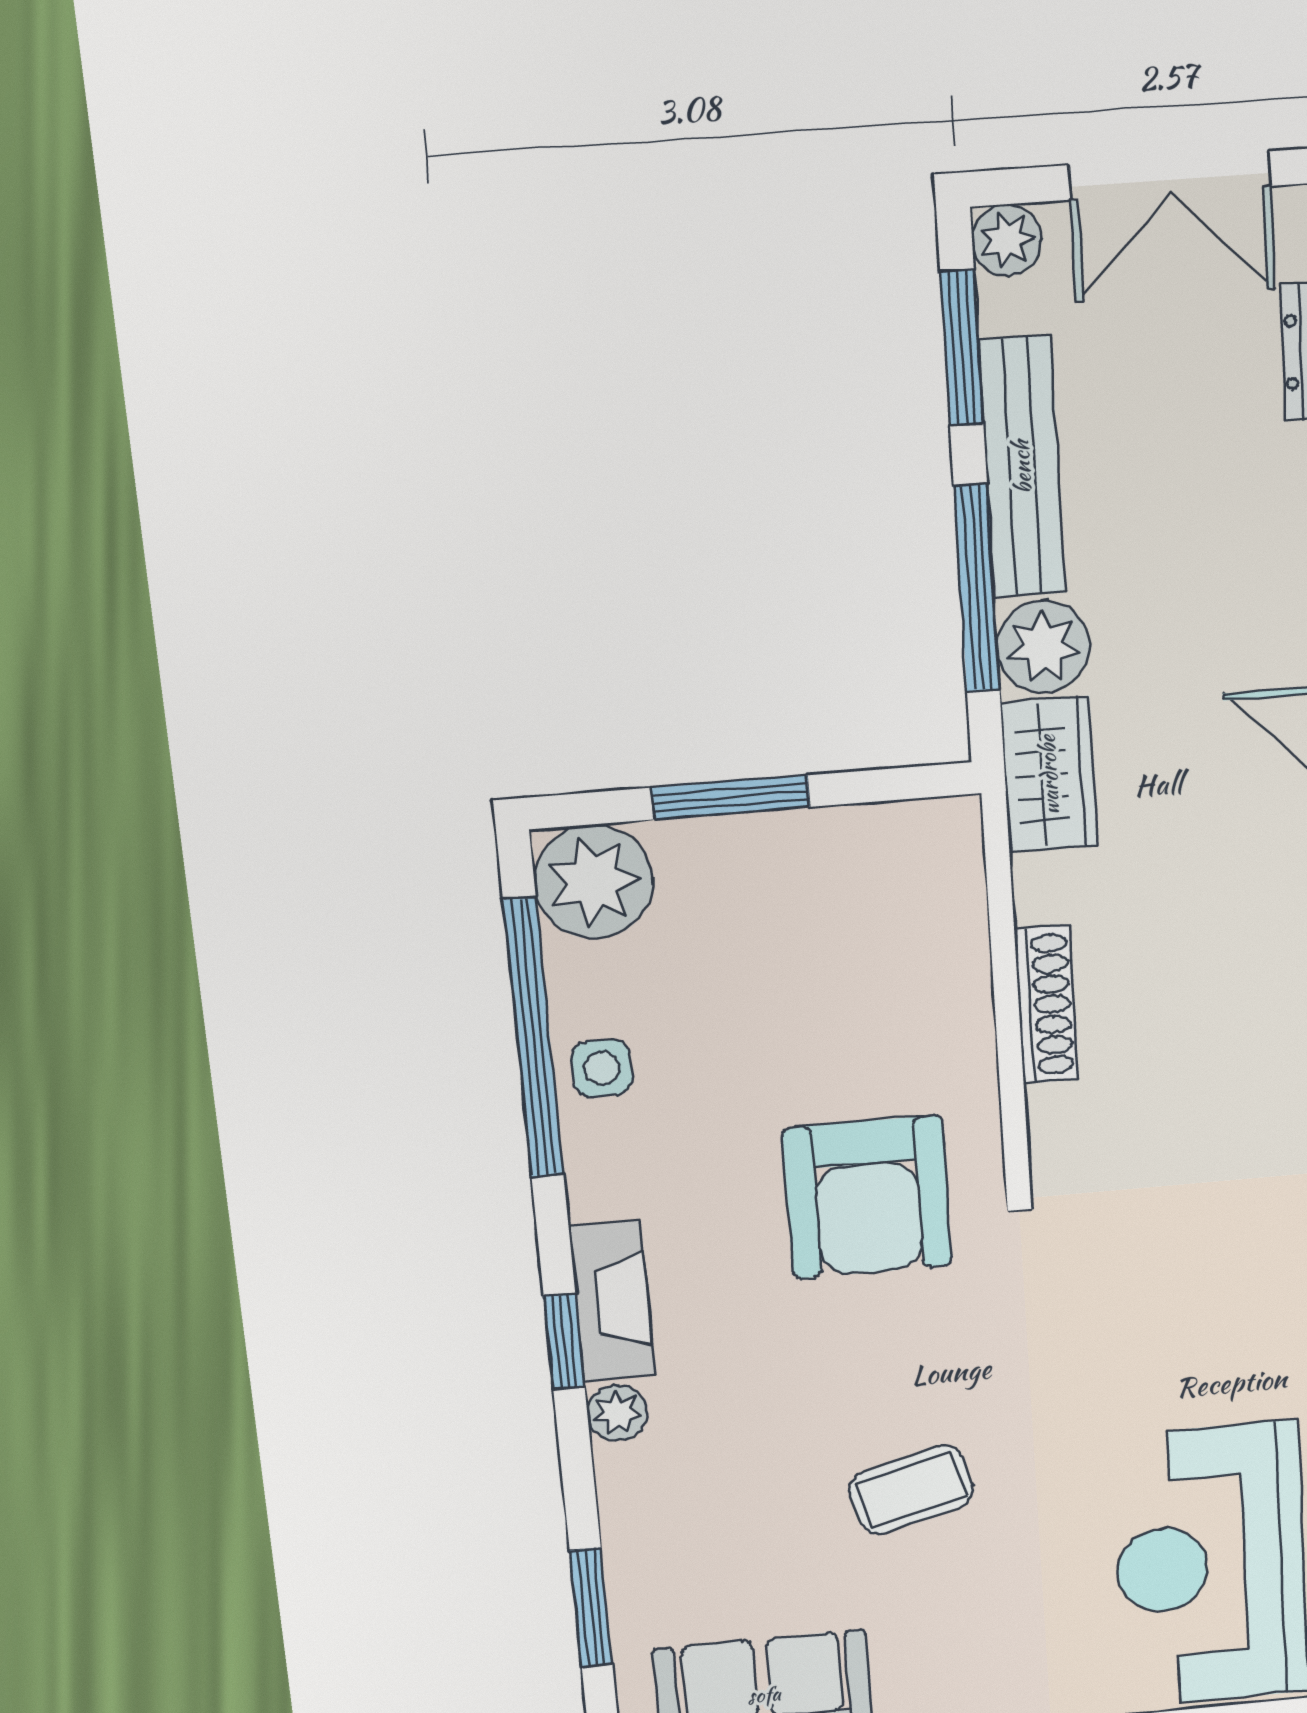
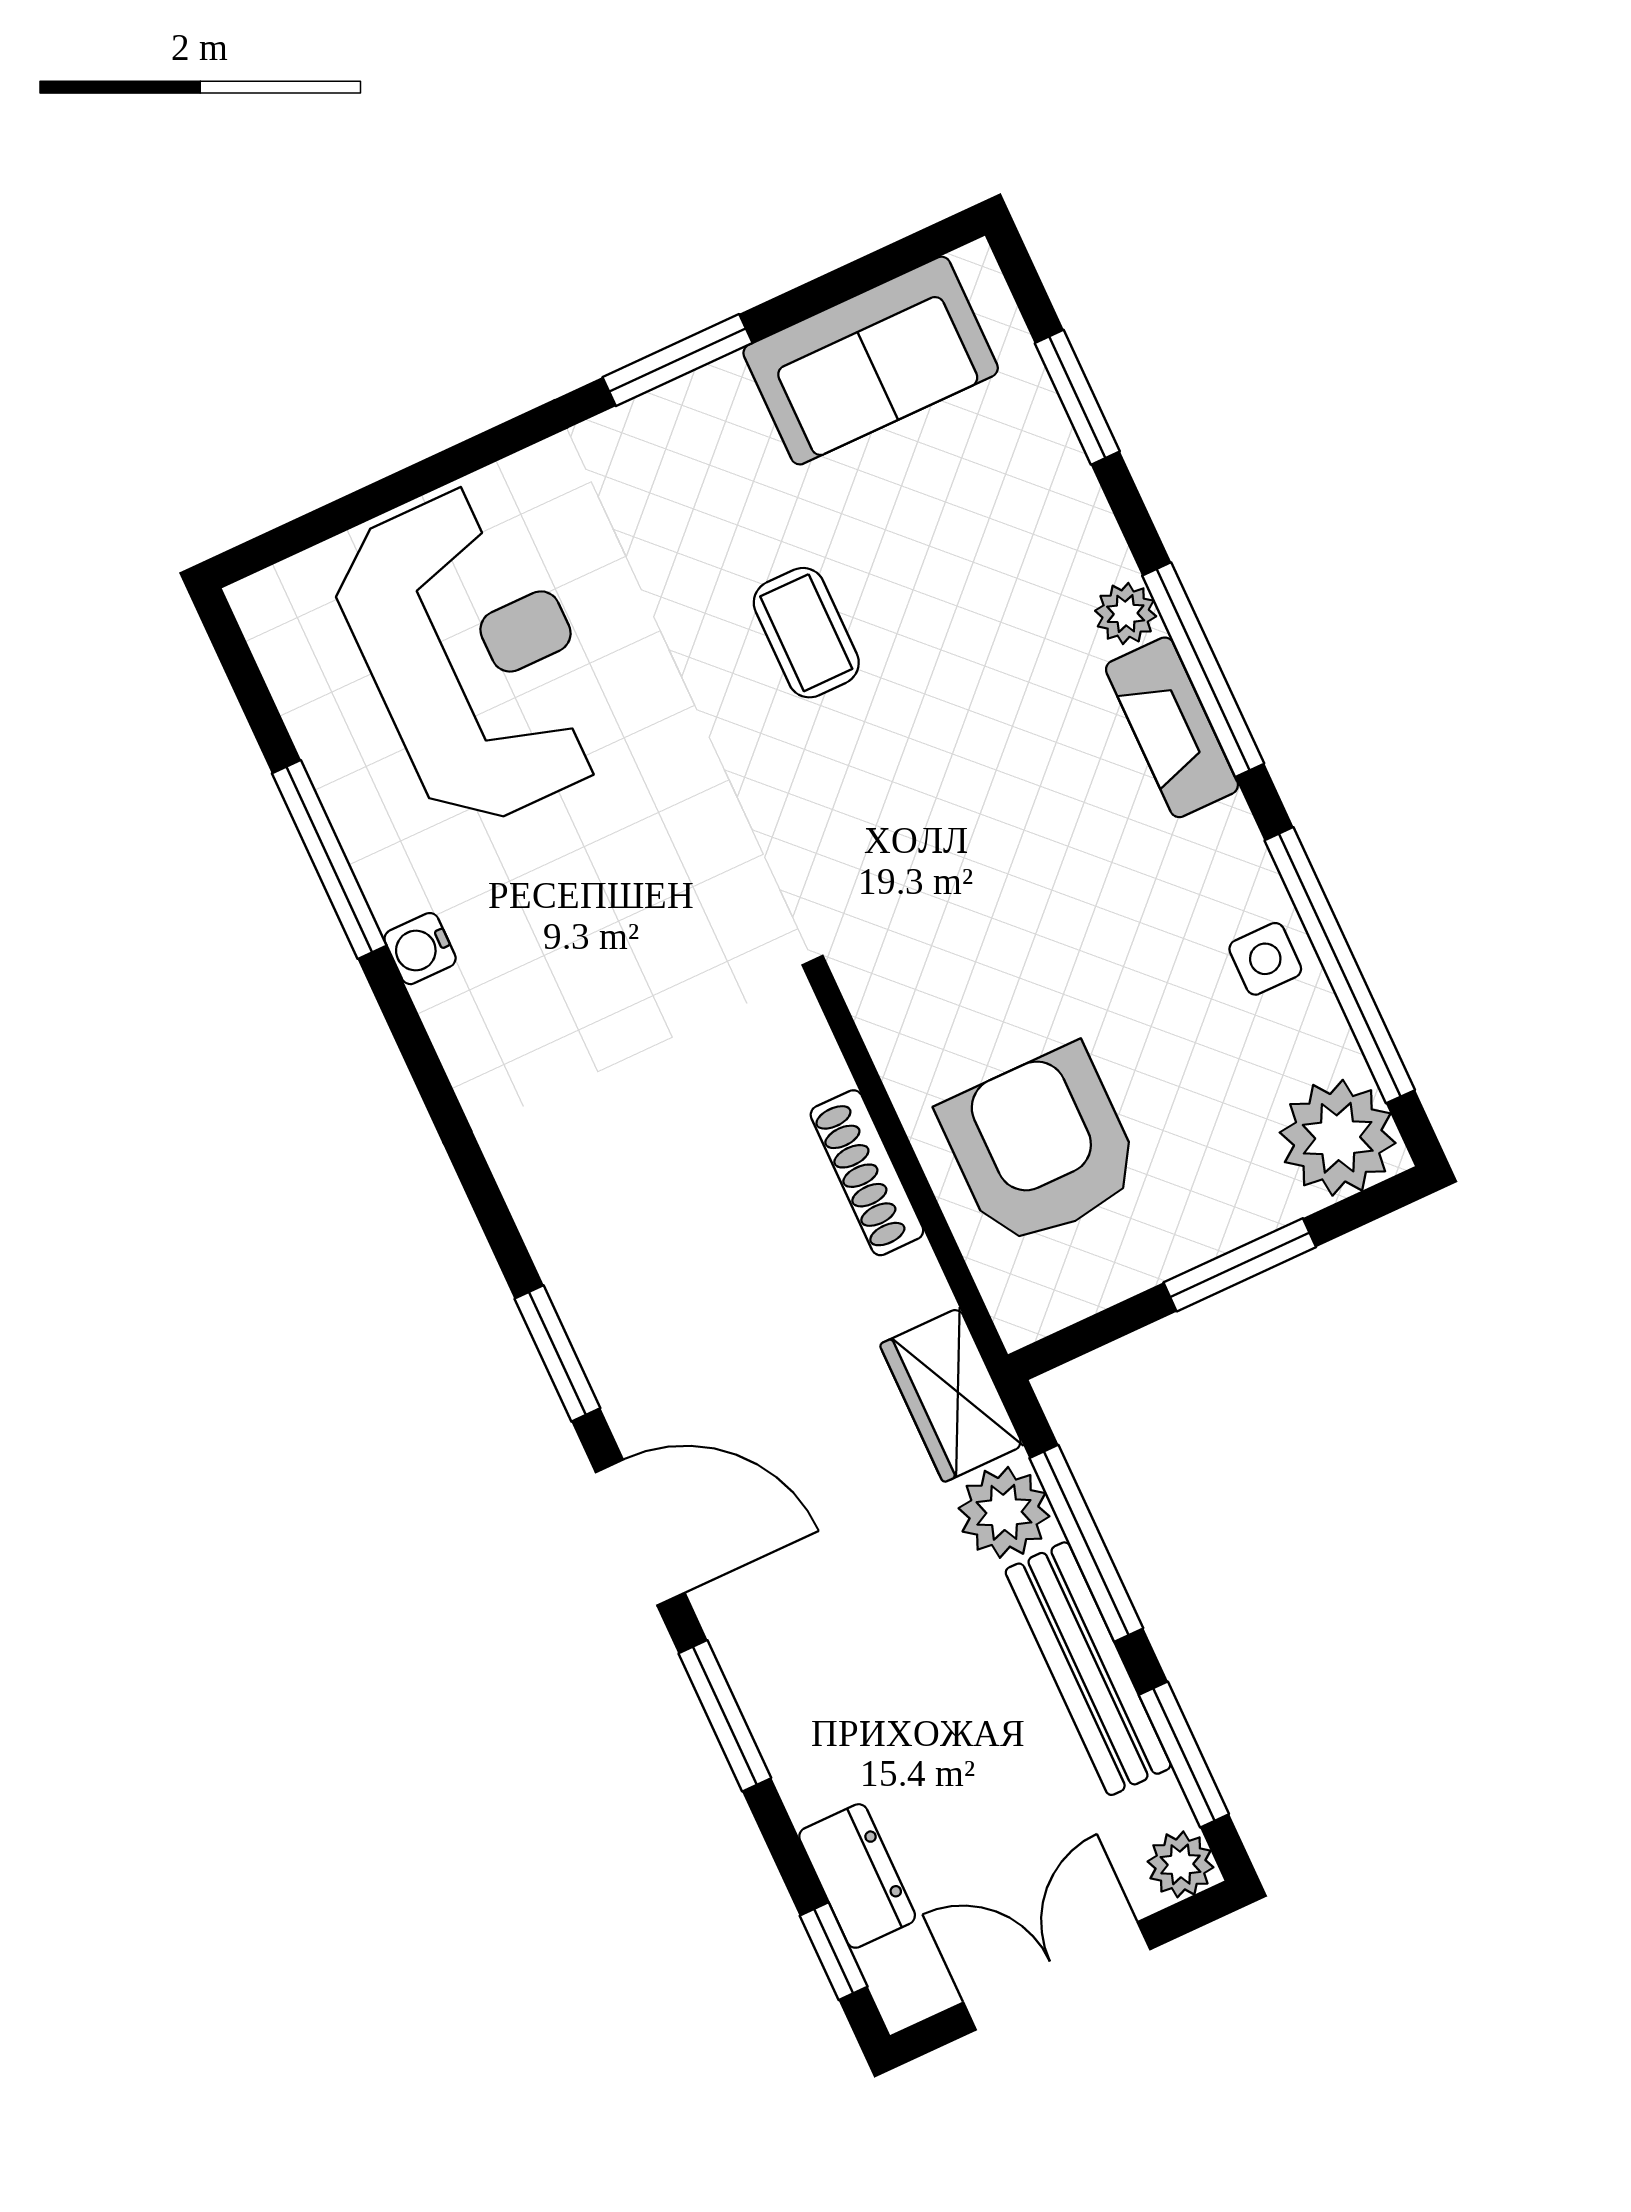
armchair: (867, 1197) -> (1041, 1147), moved
window: (564, 1341) -> (1203, 670), width x2.17
coffee table: (911, 1490) -> (806, 633), turned -75

